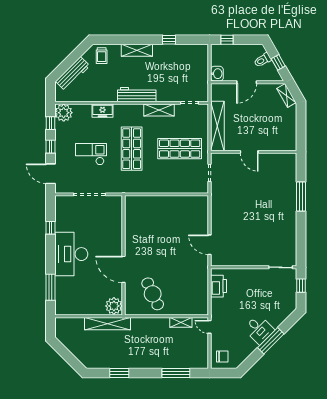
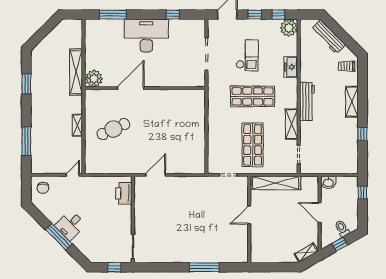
printer: (218, 286) -> (124, 193), moved, turned 90
cafe table: (153, 294) -> (113, 129), moved
shelving: (181, 322) -> (77, 125), moved

